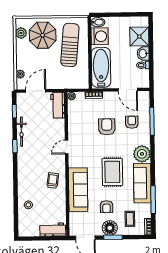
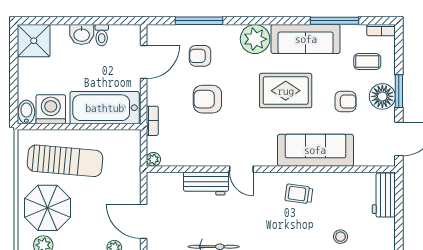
shower: (139, 36) -> (34, 41), moved
sun lounger: (70, 45) -> (65, 161), turned 180
workbench: (58, 105) -> (206, 183), moved

